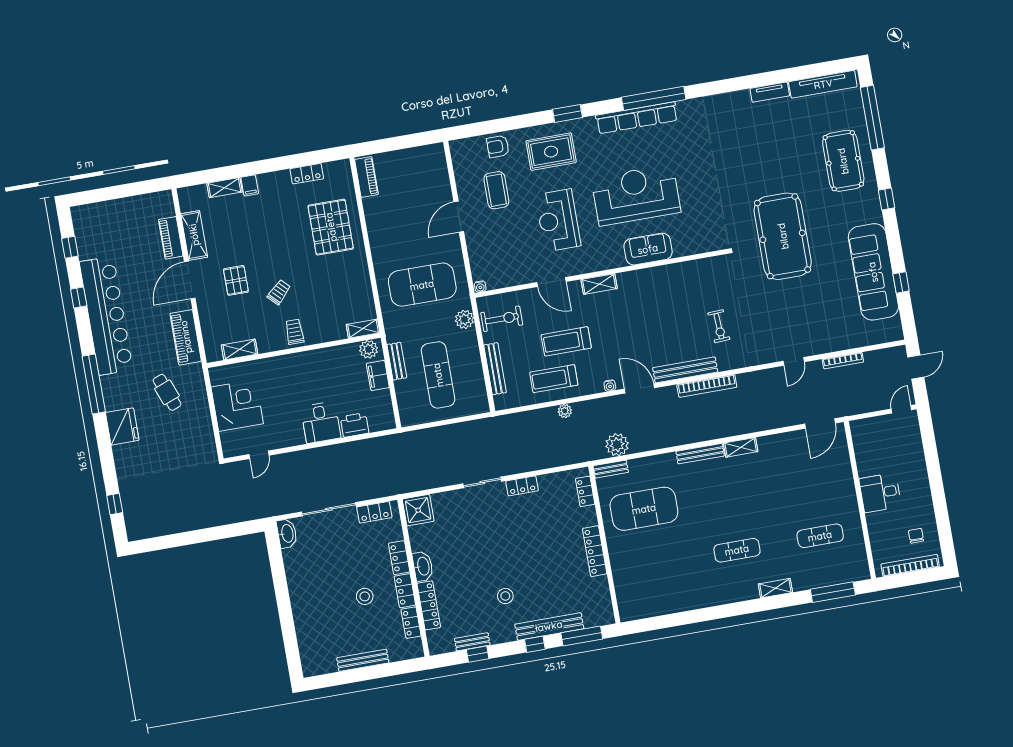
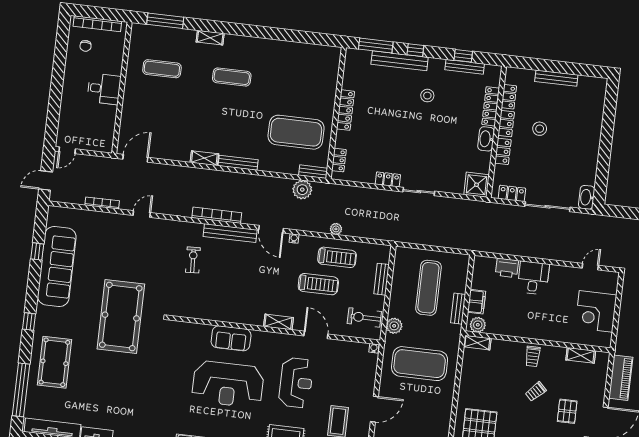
bench: (495, 369) -> (382, 279), width x0.73
bench: (472, 642) -> (465, 67), width x1.36

